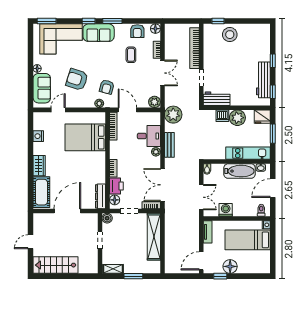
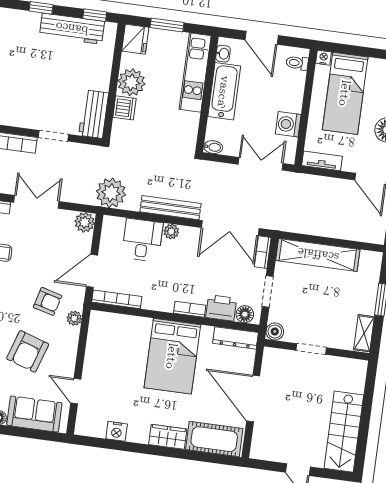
bed: (85, 137) -> (172, 356), moved
bench: (169, 145) -> (170, 208), width x1.36

